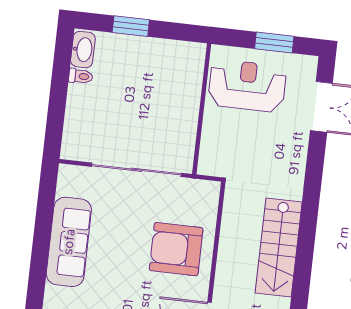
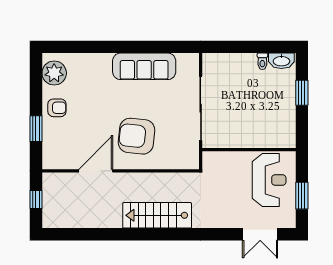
armchair: (176, 249) -> (136, 136), moved, turned -84

